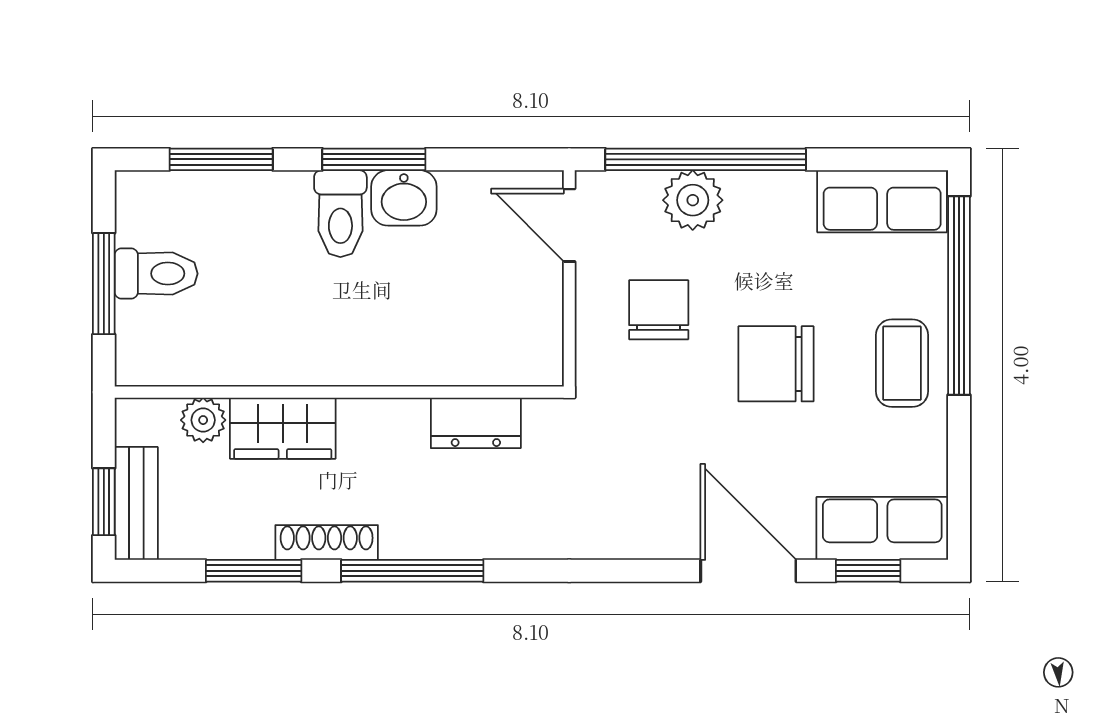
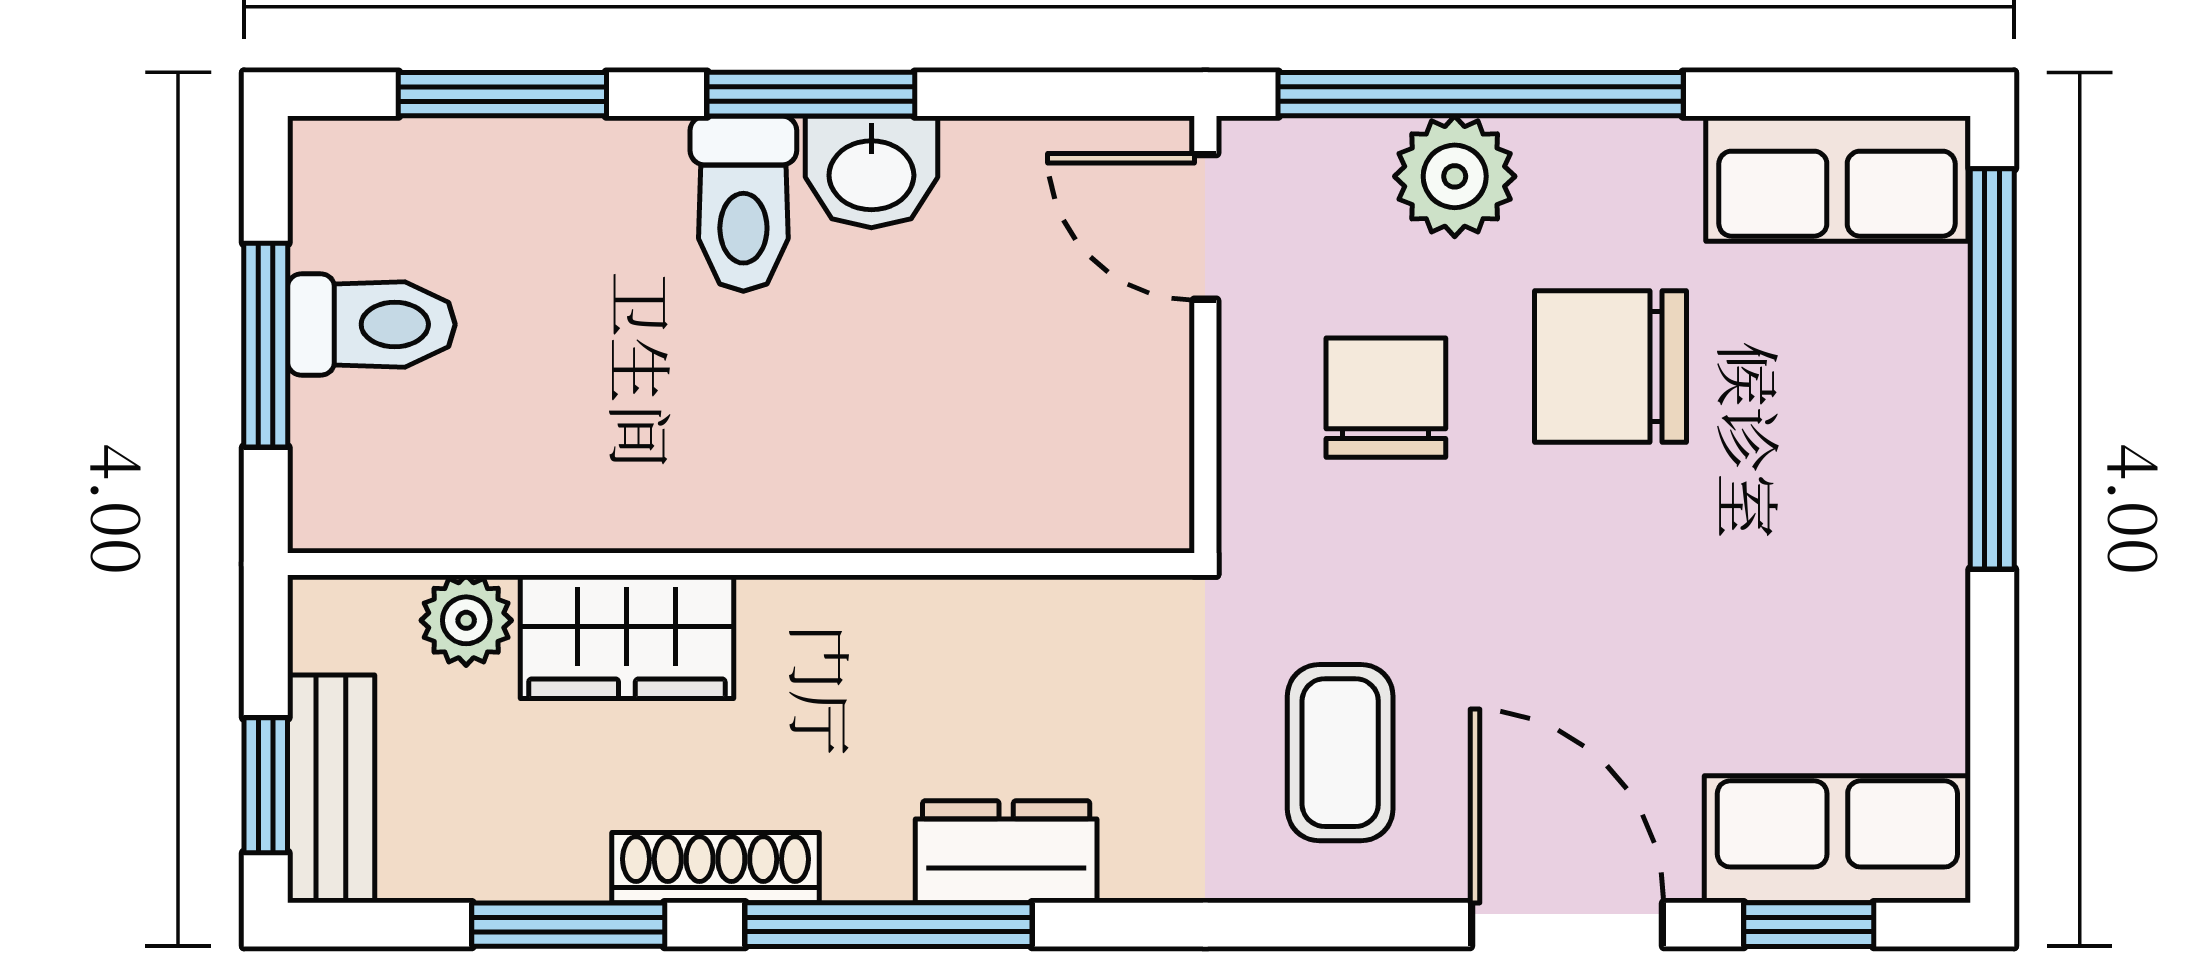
coffee table: (902, 363) -> (1340, 753), moved
chair: (776, 364) -> (1610, 366), moved
dresser: (476, 423) -> (1006, 852), moved, turned 180

